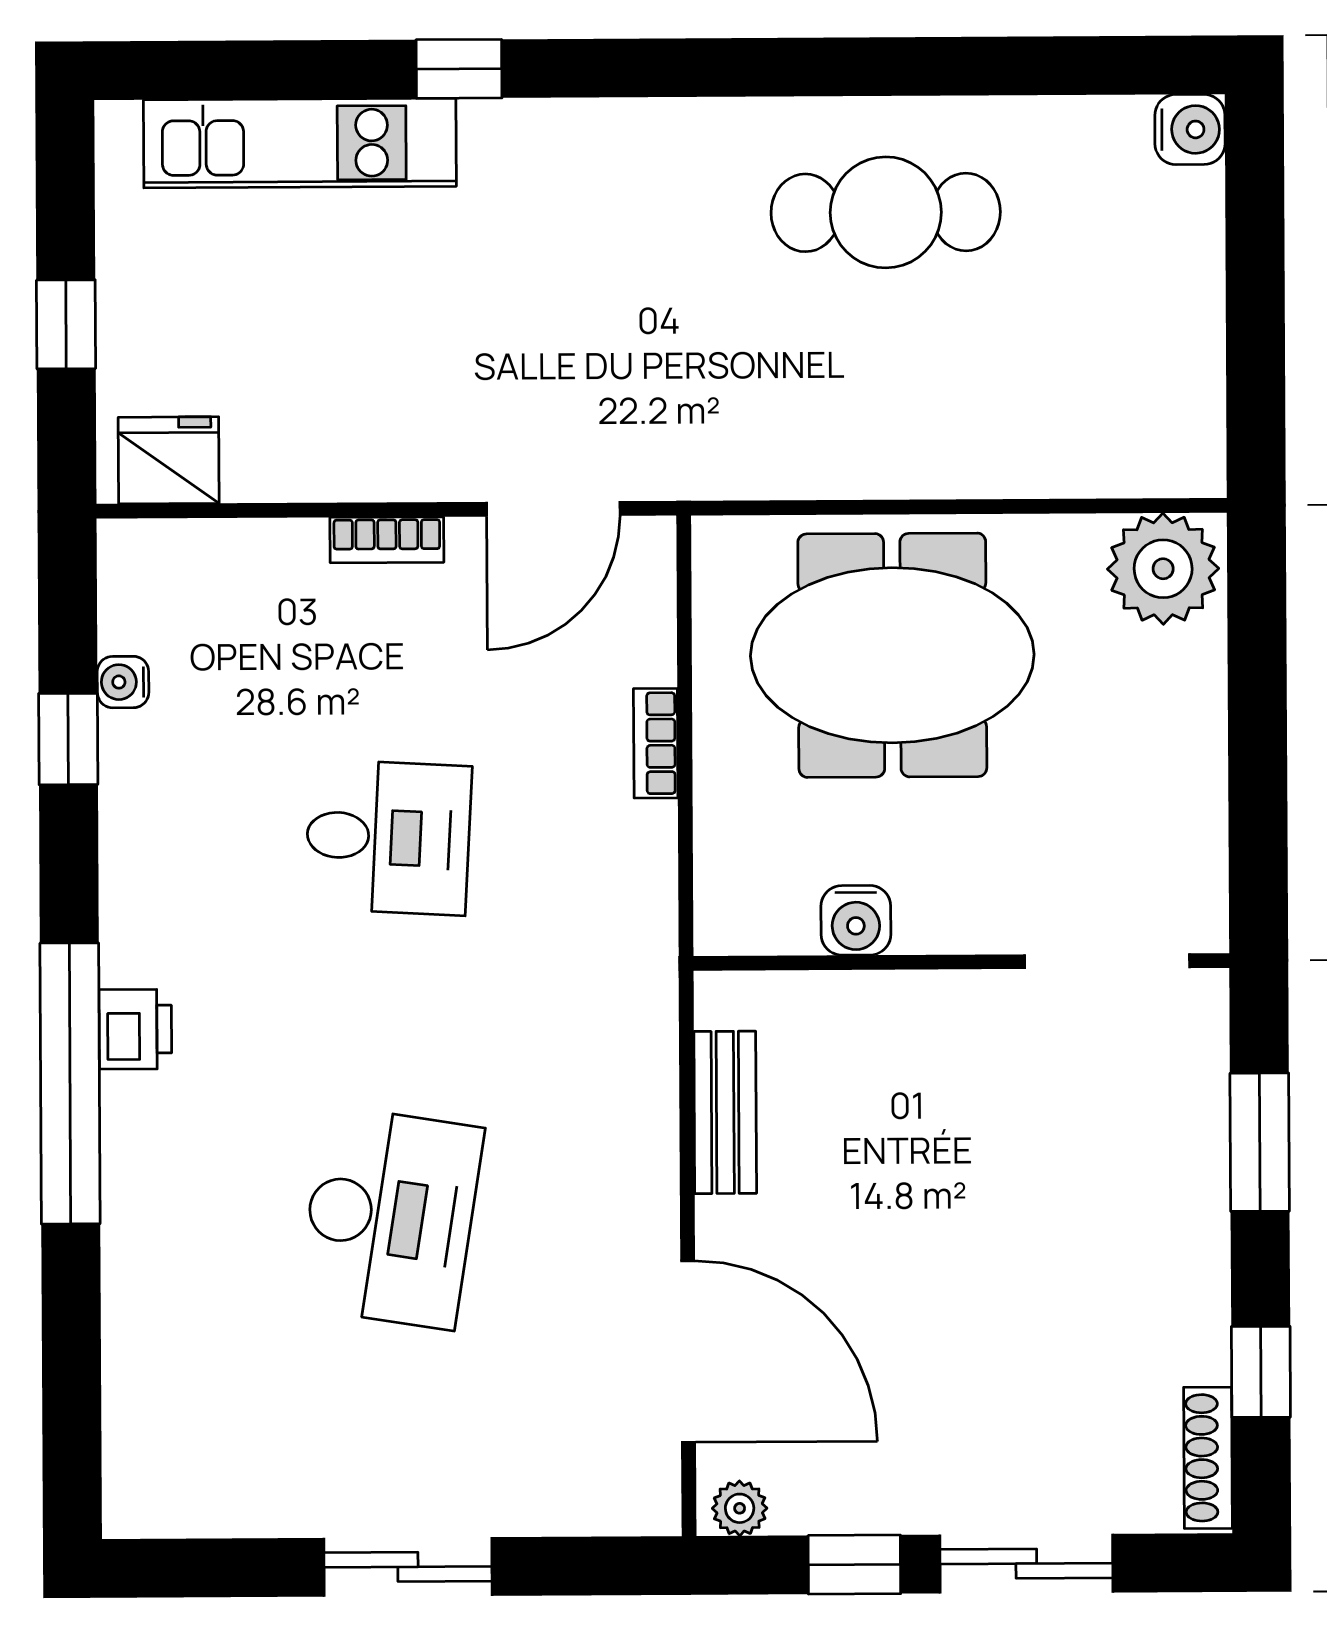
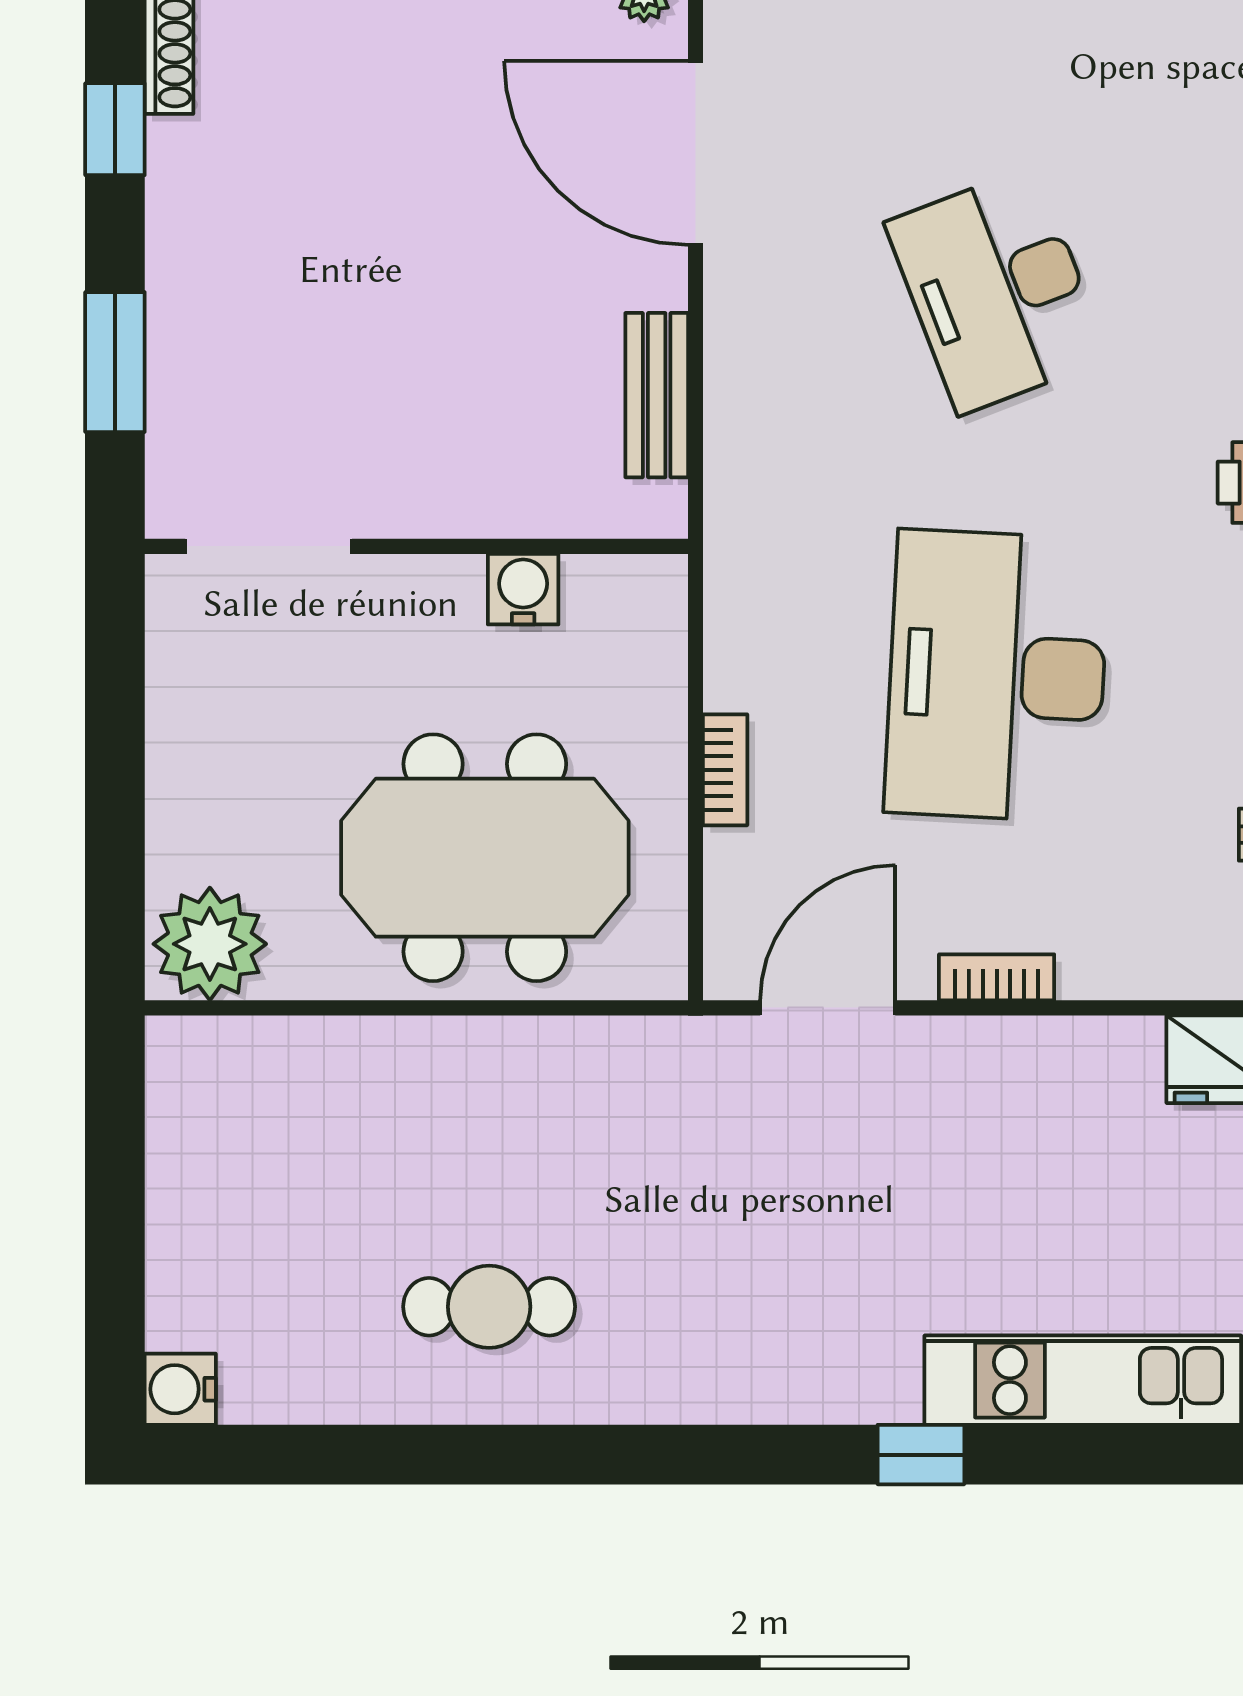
cafe table: (886, 212) -> (489, 1307), width x0.73, depth x0.74
desk: (388, 837) -> (997, 676), width x1.87, depth x1.30
desk: (390, 1217) -> (997, 290), turned -30

